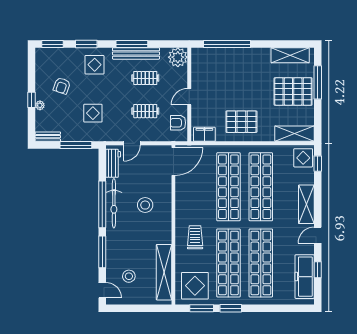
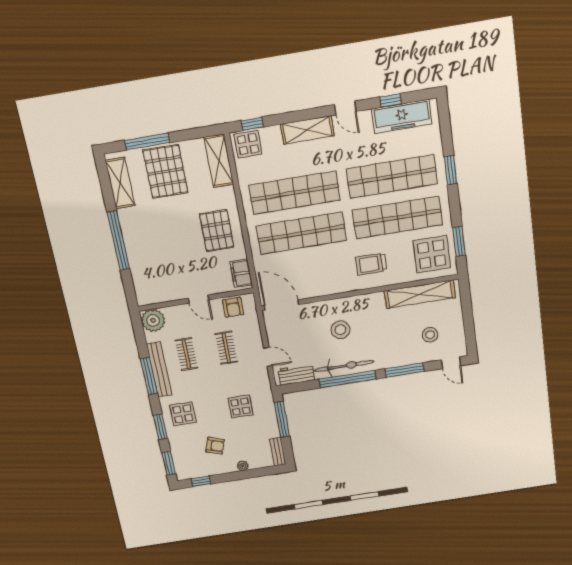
window: (227, 44) -> (118, 241), moved
window: (32, 100) -> (201, 481), moved
door: (102, 290) -> (451, 363), swing flipped
window: (231, 308) -> (450, 170), moved

